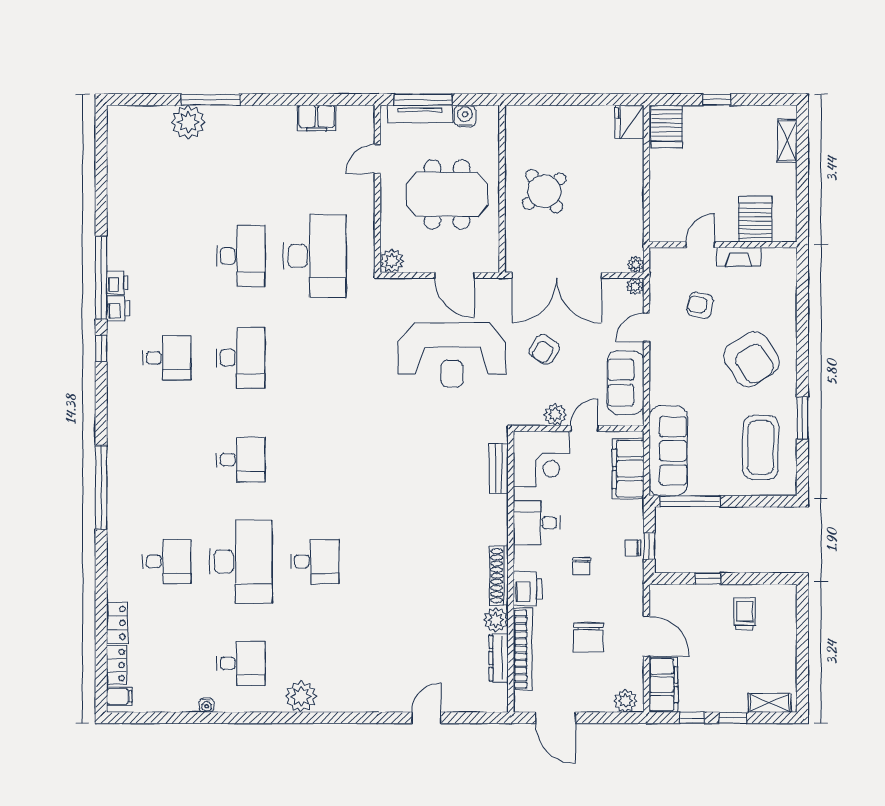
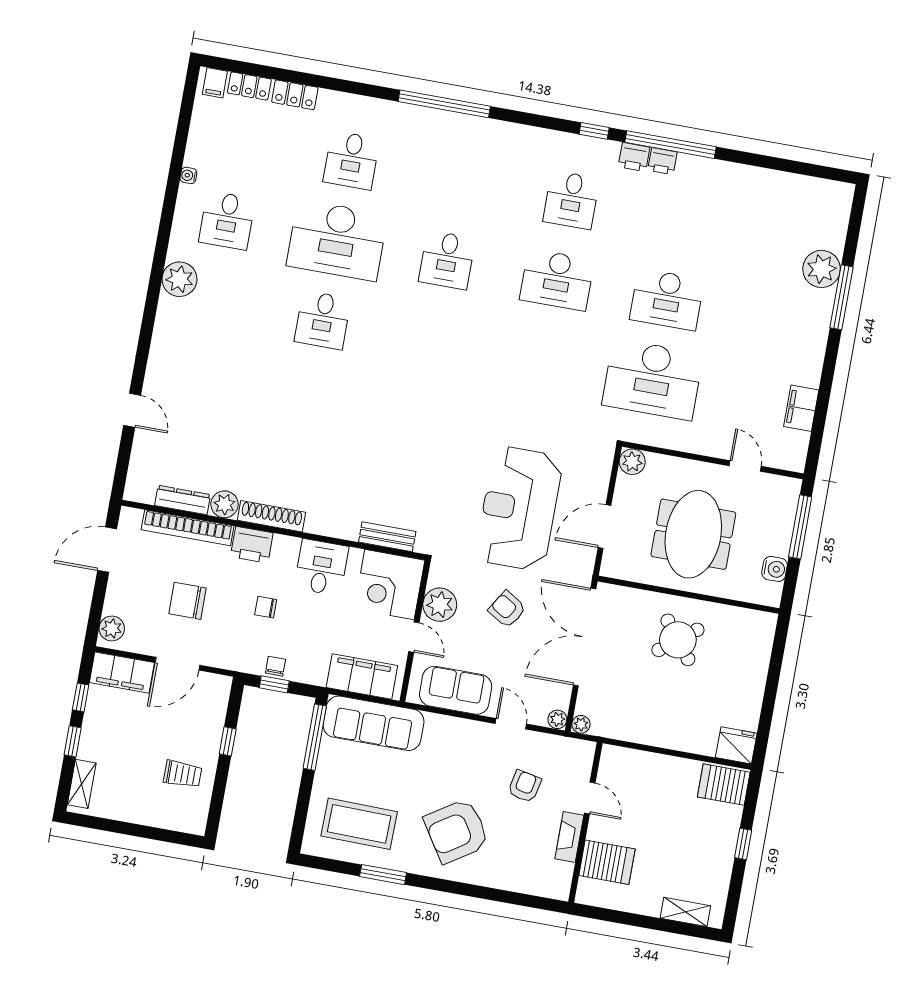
tv unit: (420, 114) -> (785, 521), removed
plant: (555, 415) -> (440, 605), width x1.36, depth x1.36

